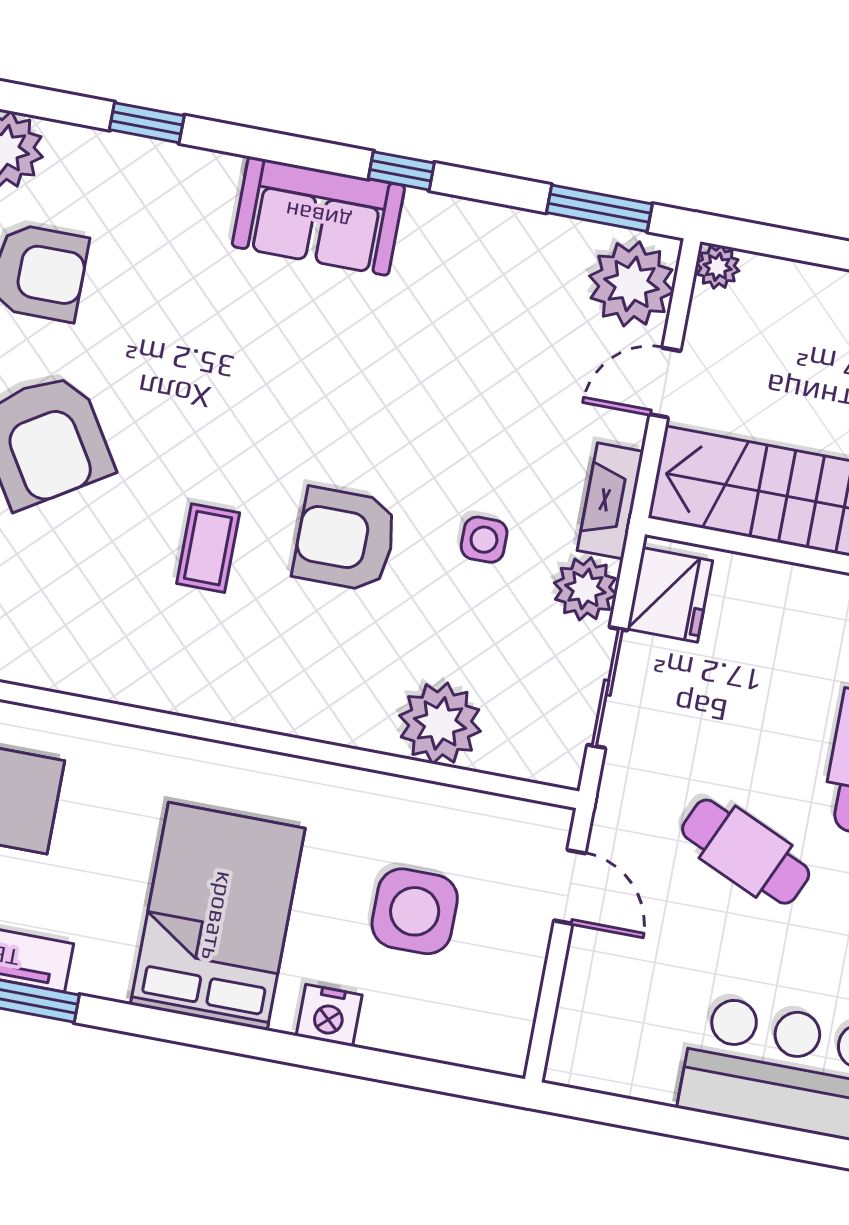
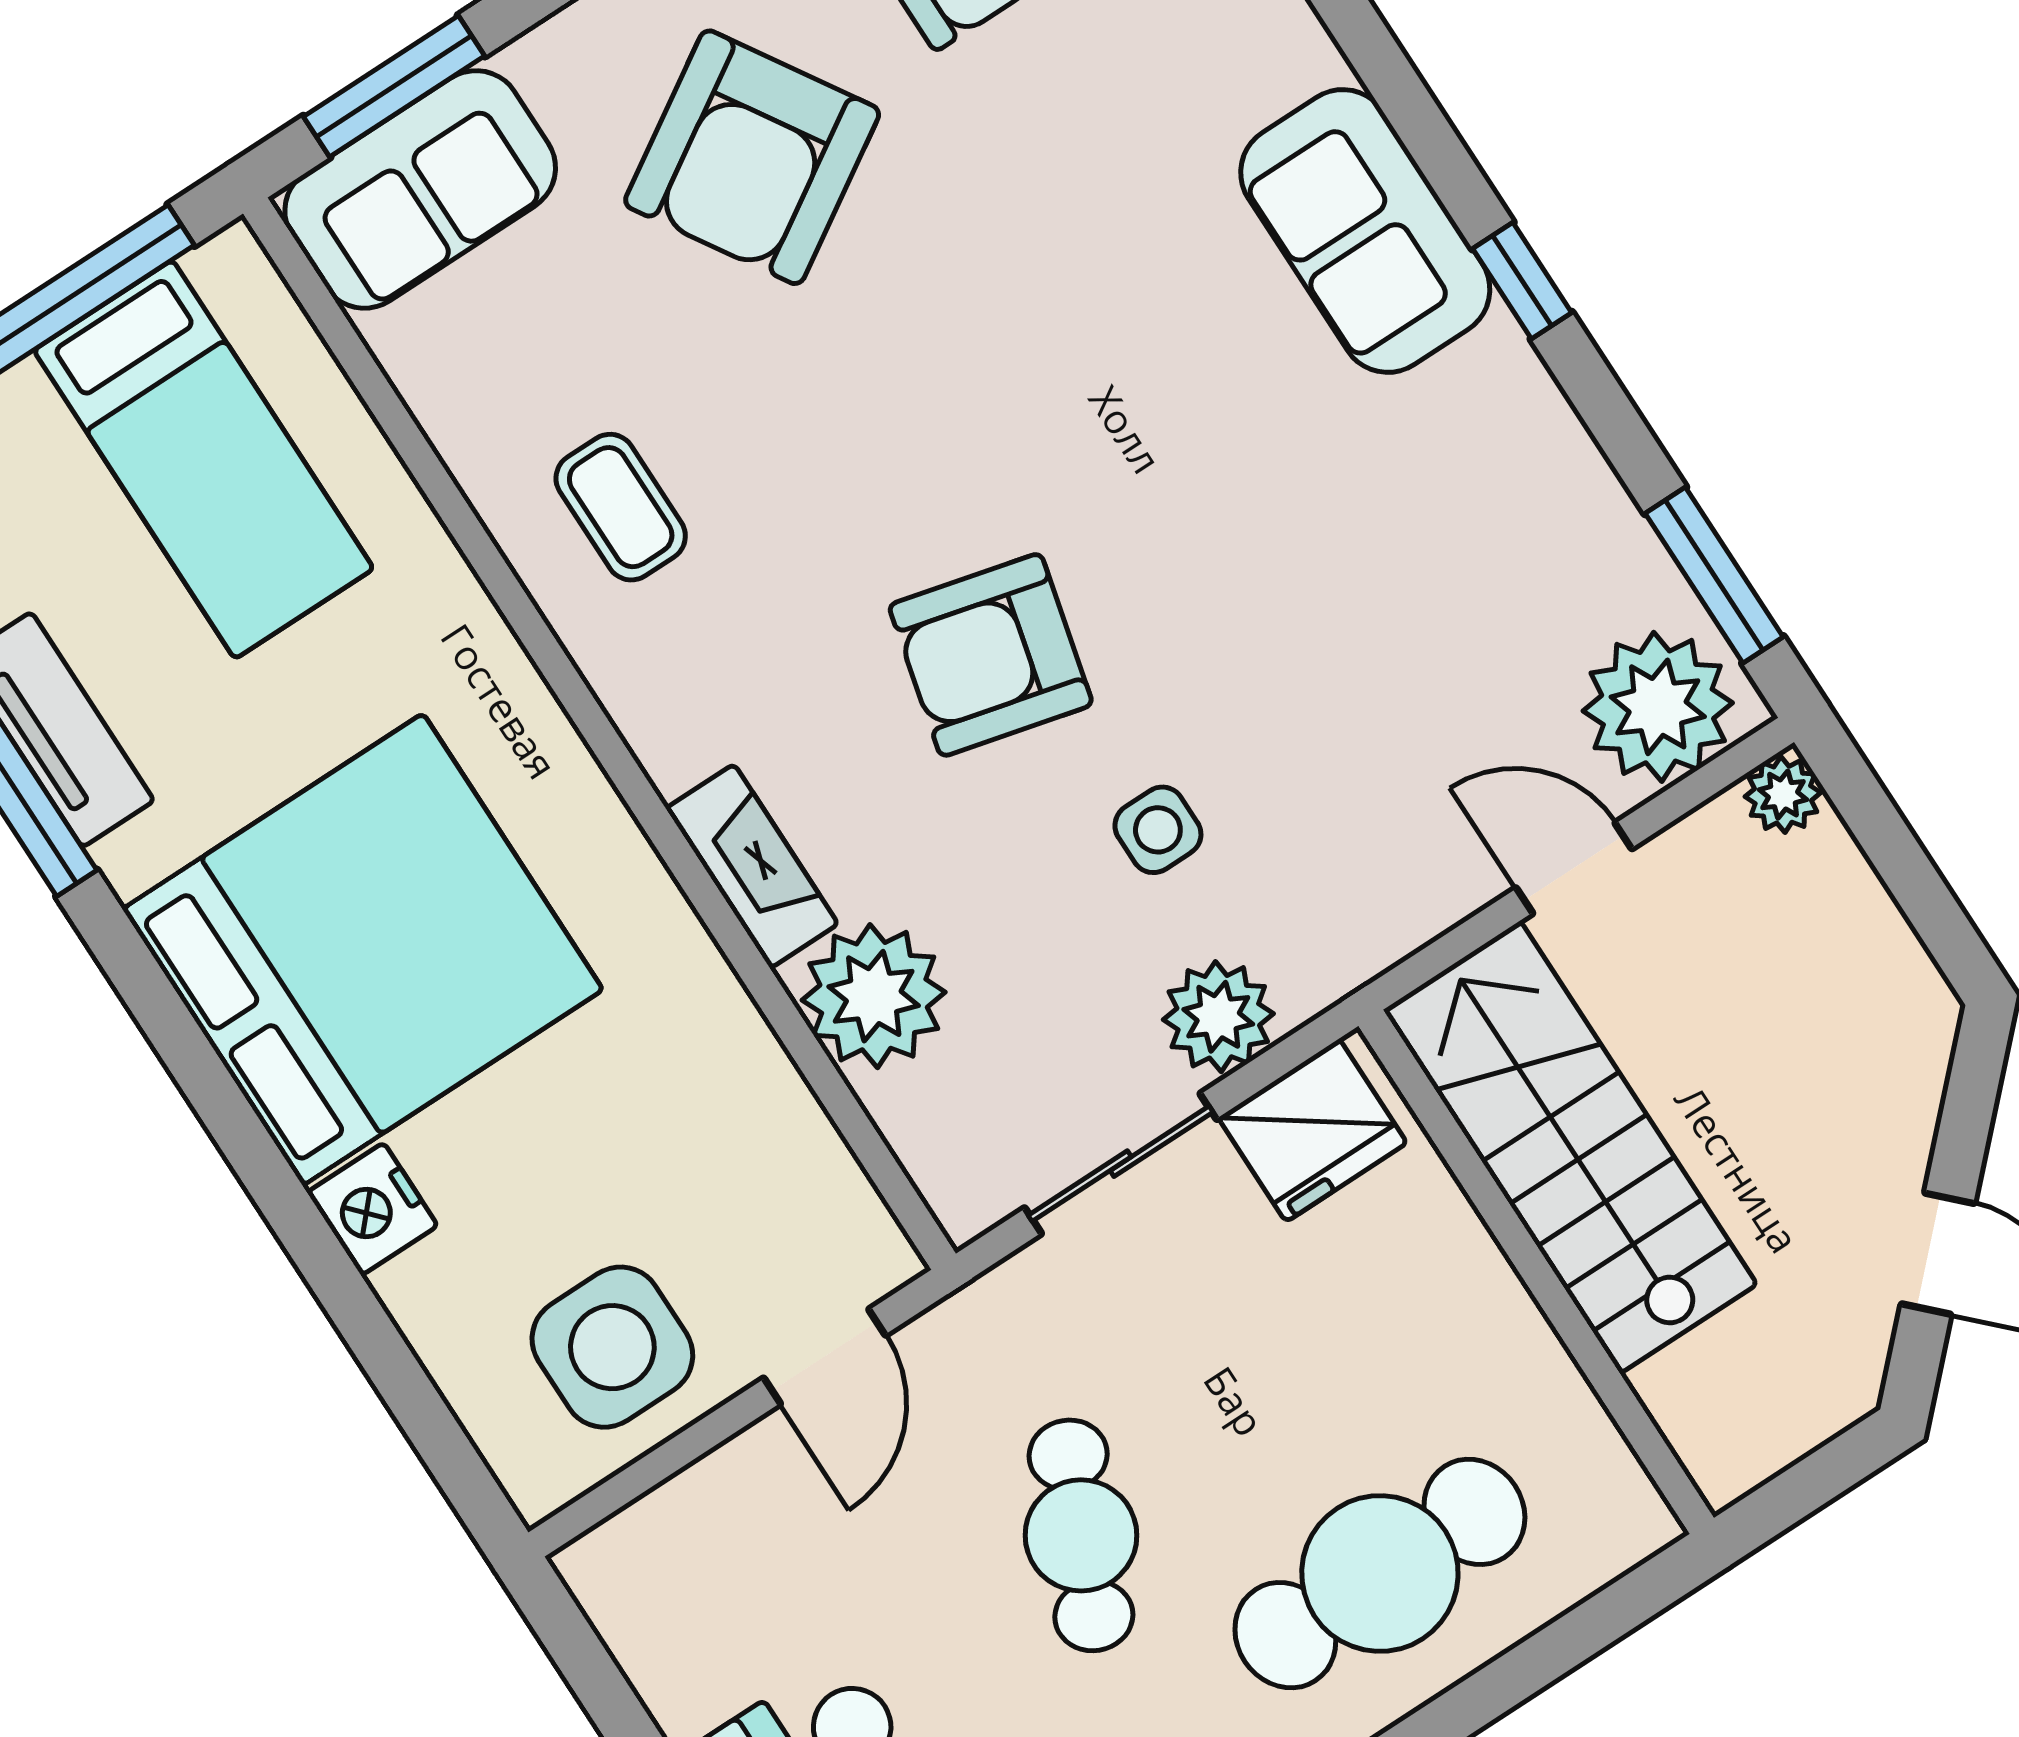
fireplace: (610, 501) -> (752, 866), moved, turned 90
armchair: (345, 539) -> (991, 655), turned -76
coffee table: (208, 548) -> (621, 507), moved, turned 90
side table: (415, 911) -> (612, 1347), moved
bed: (218, 916) -> (363, 949), width x1.36

